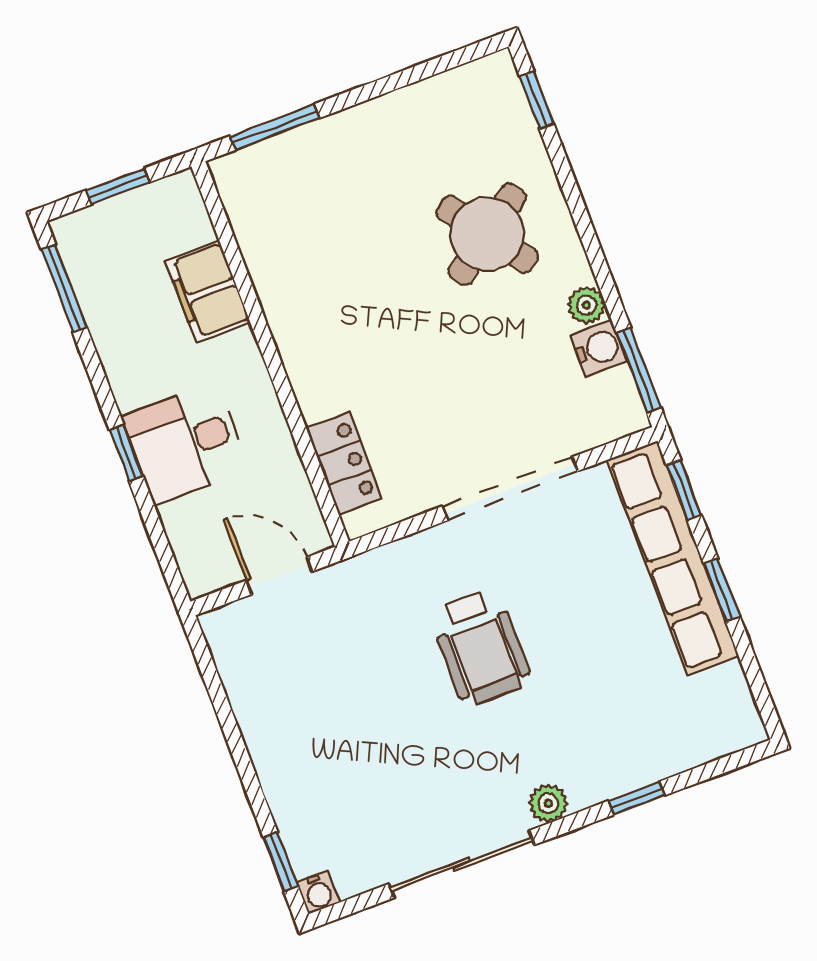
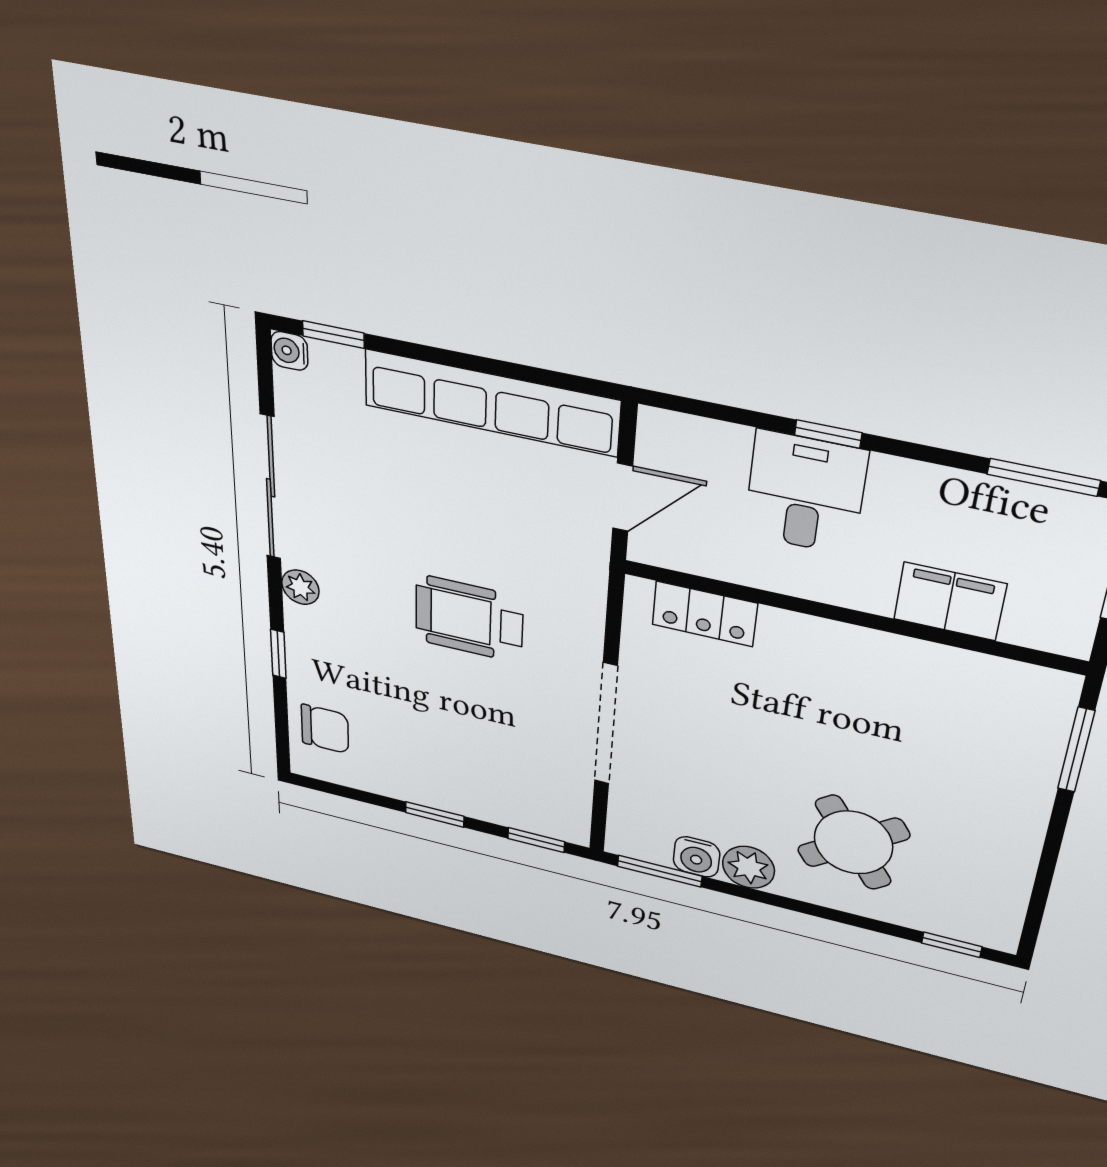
plant: (587, 305) -> (748, 867), width x1.38, depth x1.38
row of seats: (673, 558) -> (491, 403), moved, turned 180
chair: (694, 726) -> (325, 729), added

